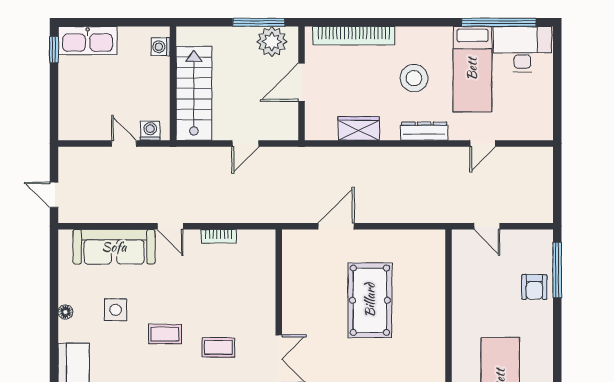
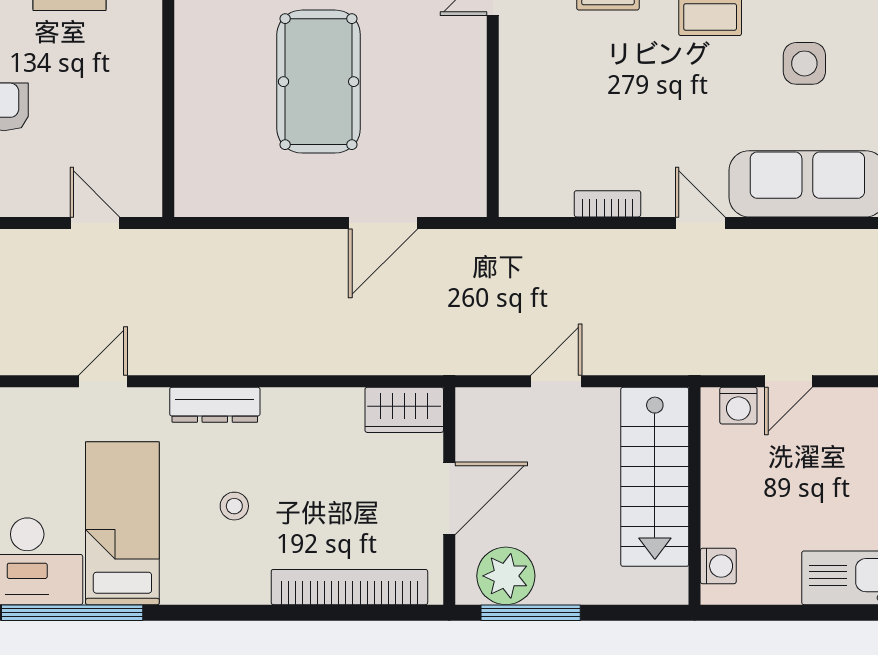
stool: (414, 78) -> (234, 506), width x0.53, depth x0.53
wardrobe: (359, 128) -> (404, 410), moved
door: (124, 143) -> (788, 381), hinge flipped

